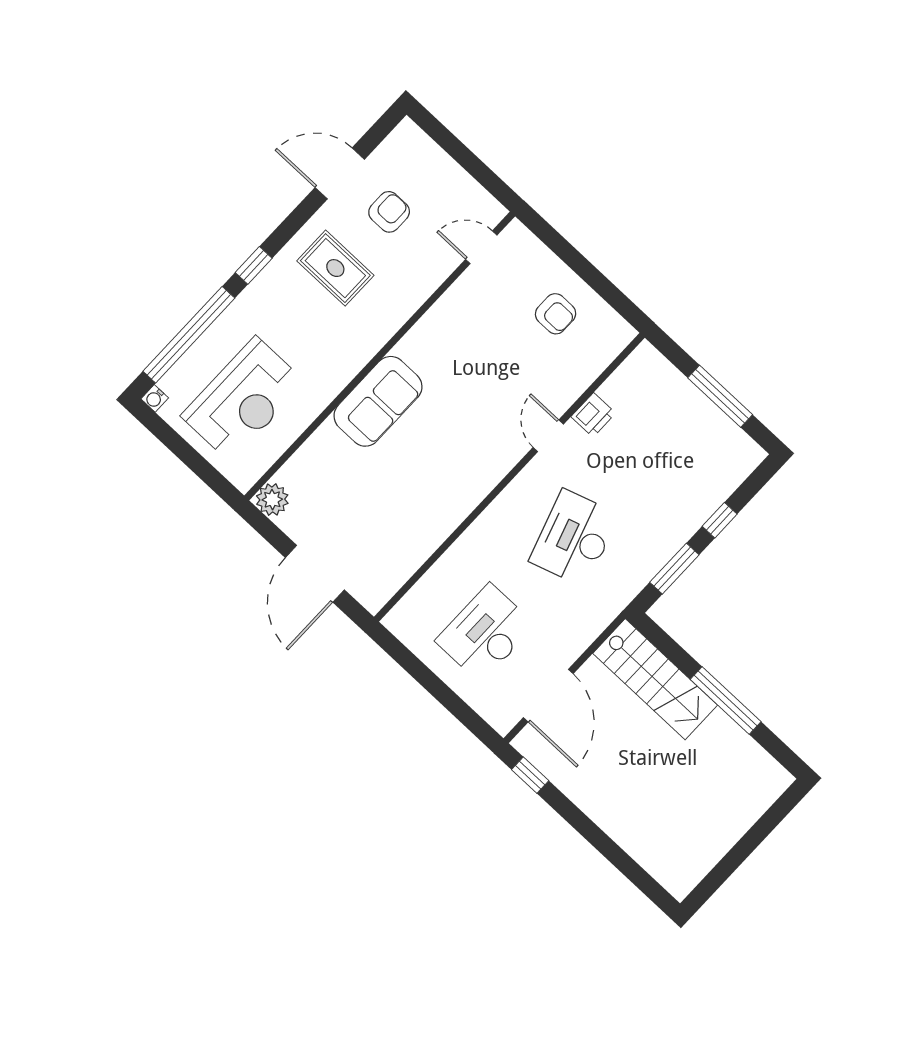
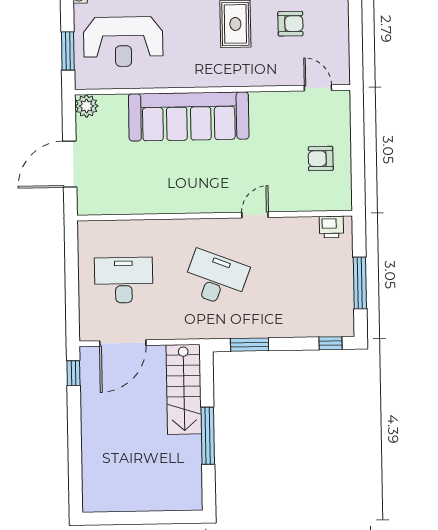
armchair: (556, 314) -> (321, 159), turned 90
sofa: (378, 401) -> (189, 116), width x1.85, depth x1.27
printer: (593, 415) -> (331, 227), moved
window: (198, 464) -> (68, 51), added
window: (720, 520) -> (331, 343), moved
desk: (574, 538) -> (216, 279), turned 39

